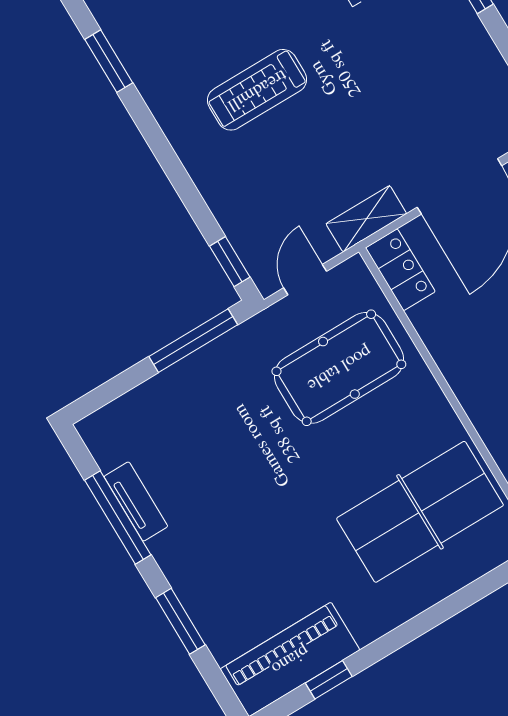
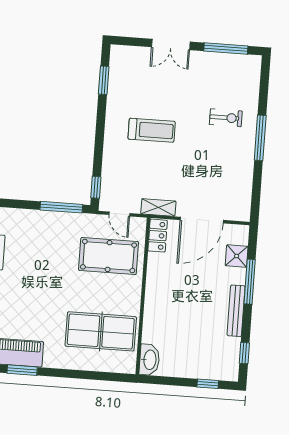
treadmill: (257, 90) -> (152, 130), turned 180
door: (305, 280) -> (119, 214), swing flipped
window: (329, 680) -> (22, 370), width x1.50

